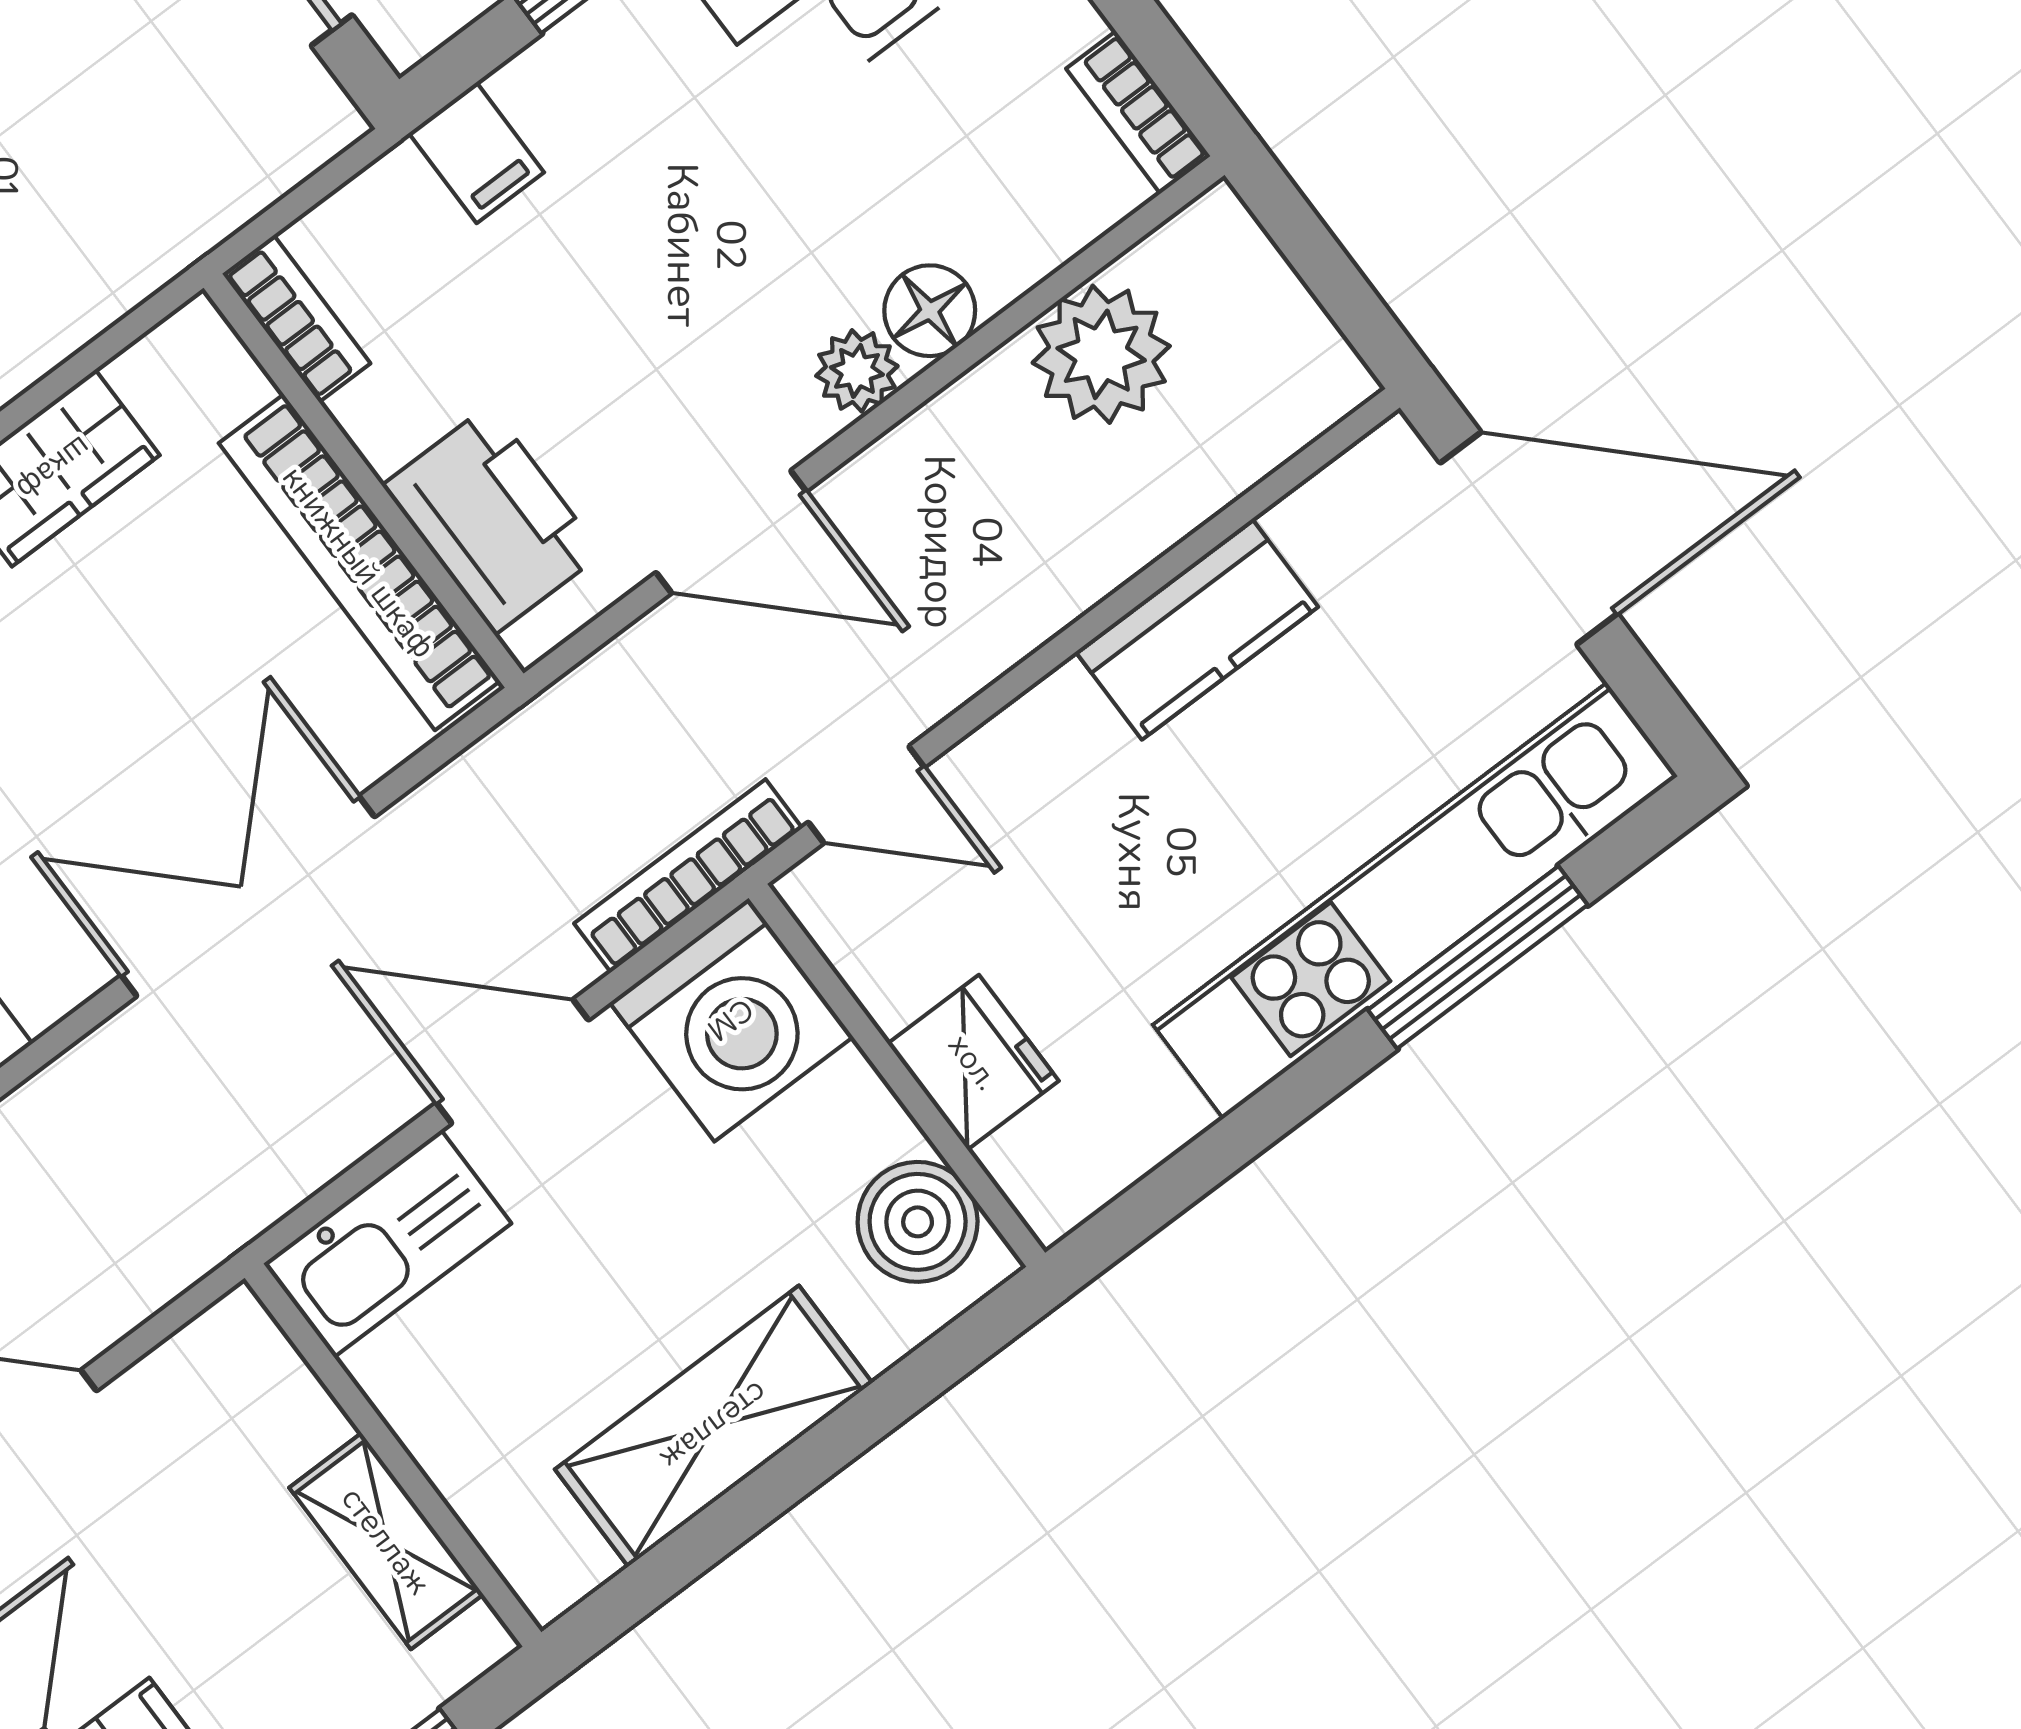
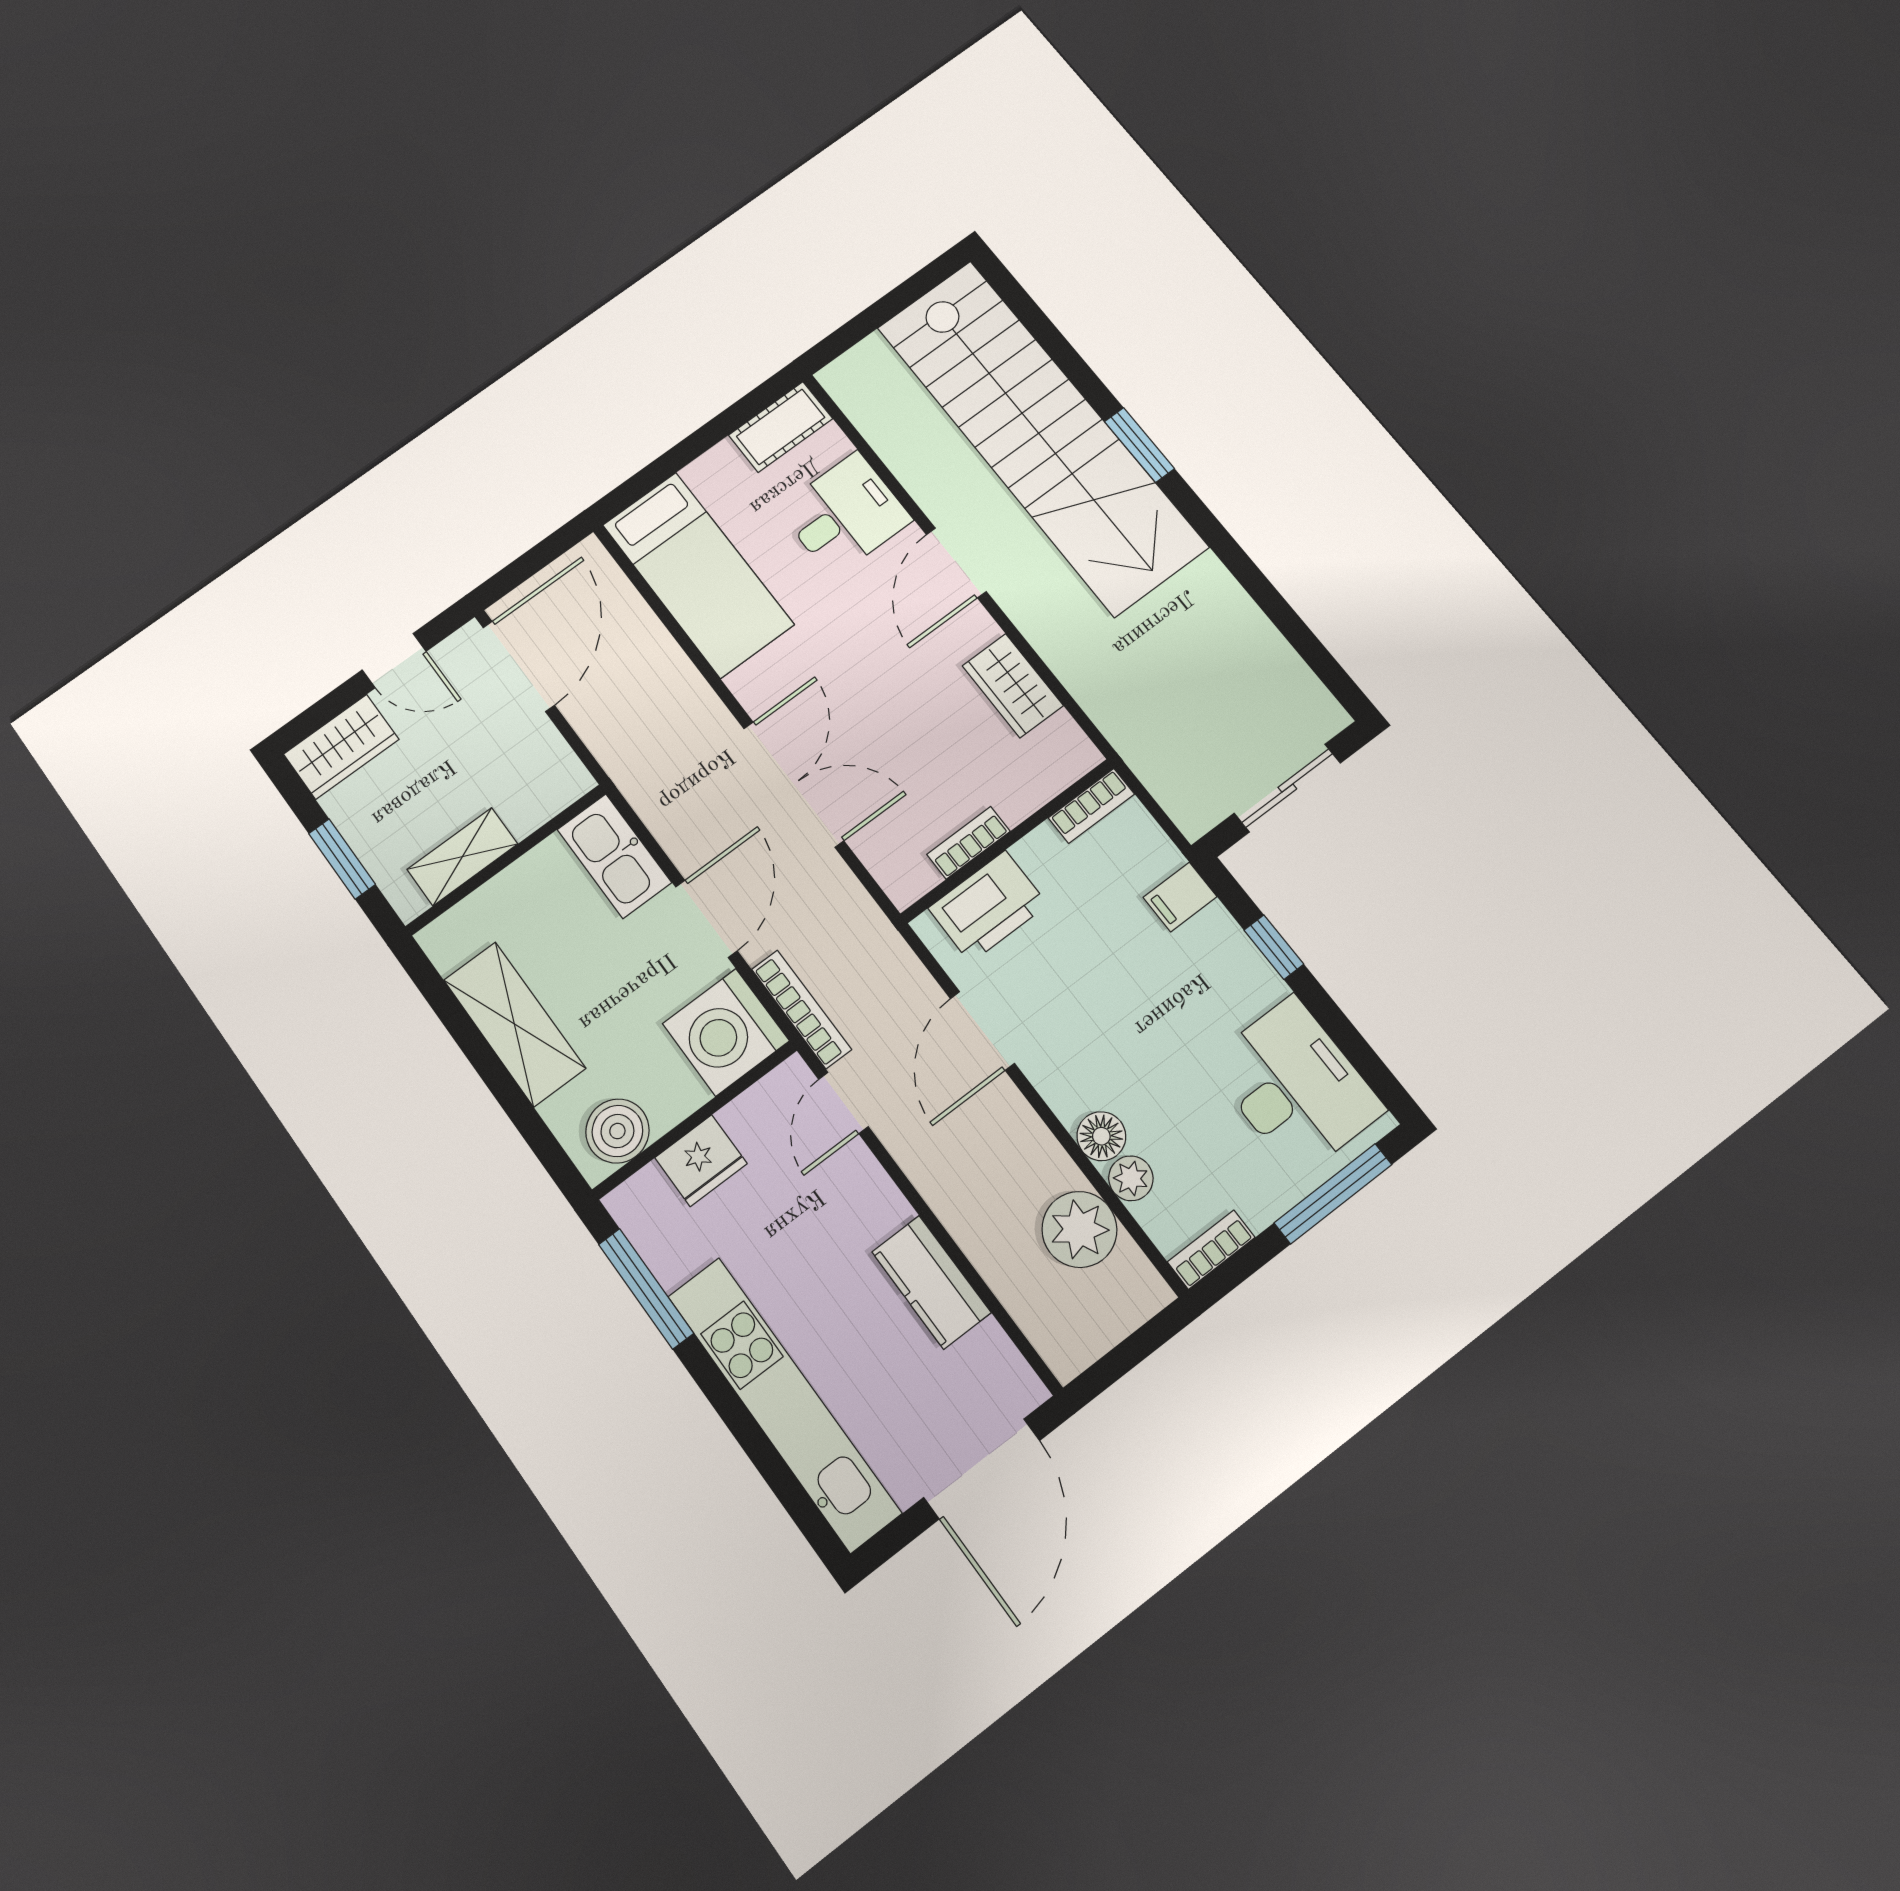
plant: (857, 371) -> (1131, 1178), moved
bookcase: (359, 562) -> (968, 843), width x0.43, depth x0.76
window: (1478, 957) -> (646, 1289), moved

